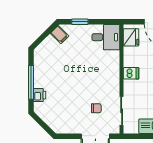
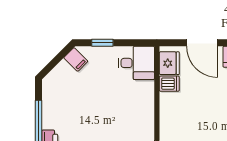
dishwasher: (131, 73) -> (169, 84), moved

